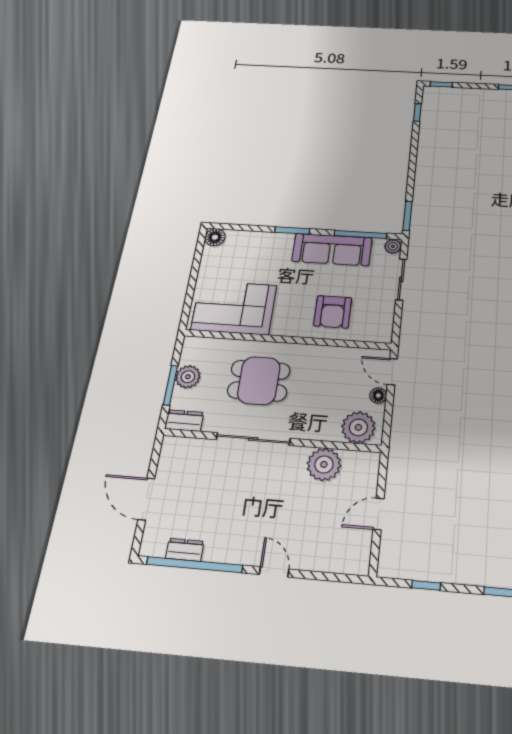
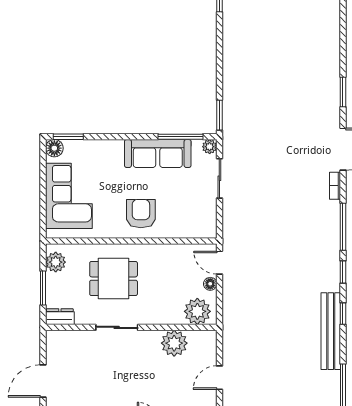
window: (292, 230) -> (68, 137), moved
corner sofa: (234, 308) -> (69, 196), moved, turned 90
armchair: (333, 312) -> (141, 214), moved, turned 180
plant: (188, 377) -> (56, 262), moved
sliding door: (253, 439) -> (117, 327), width x0.73
door: (146, 499) -> (43, 381), hinge flipped

